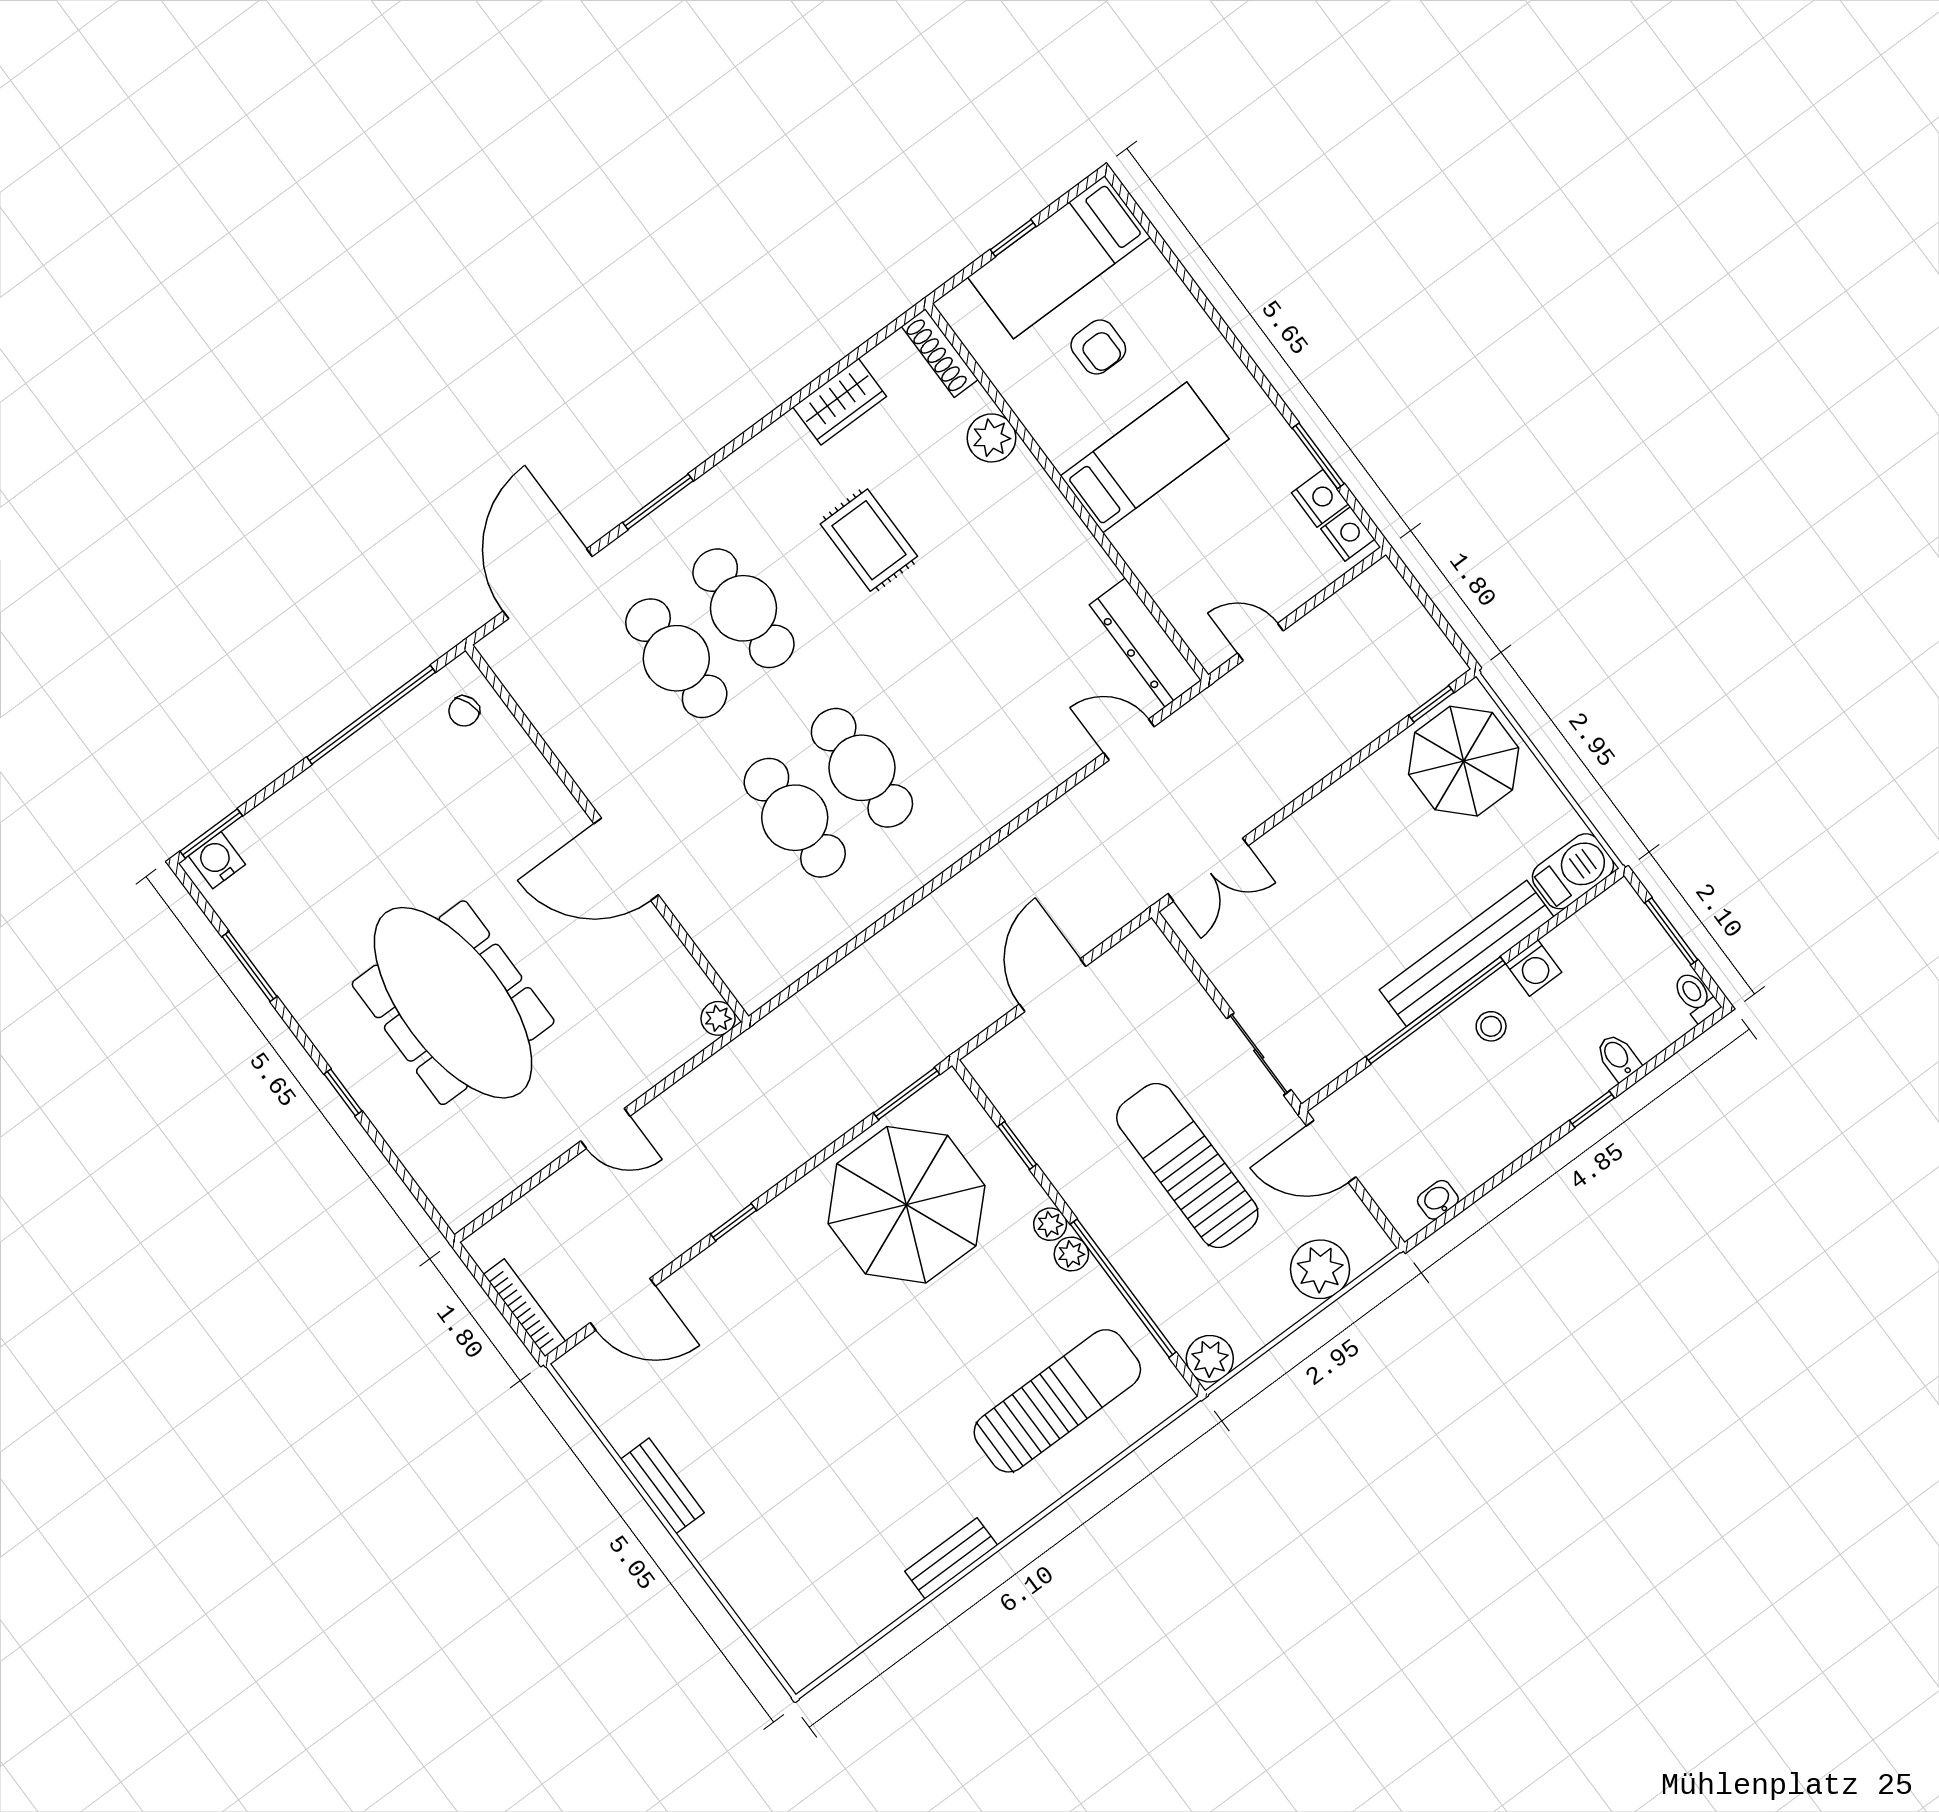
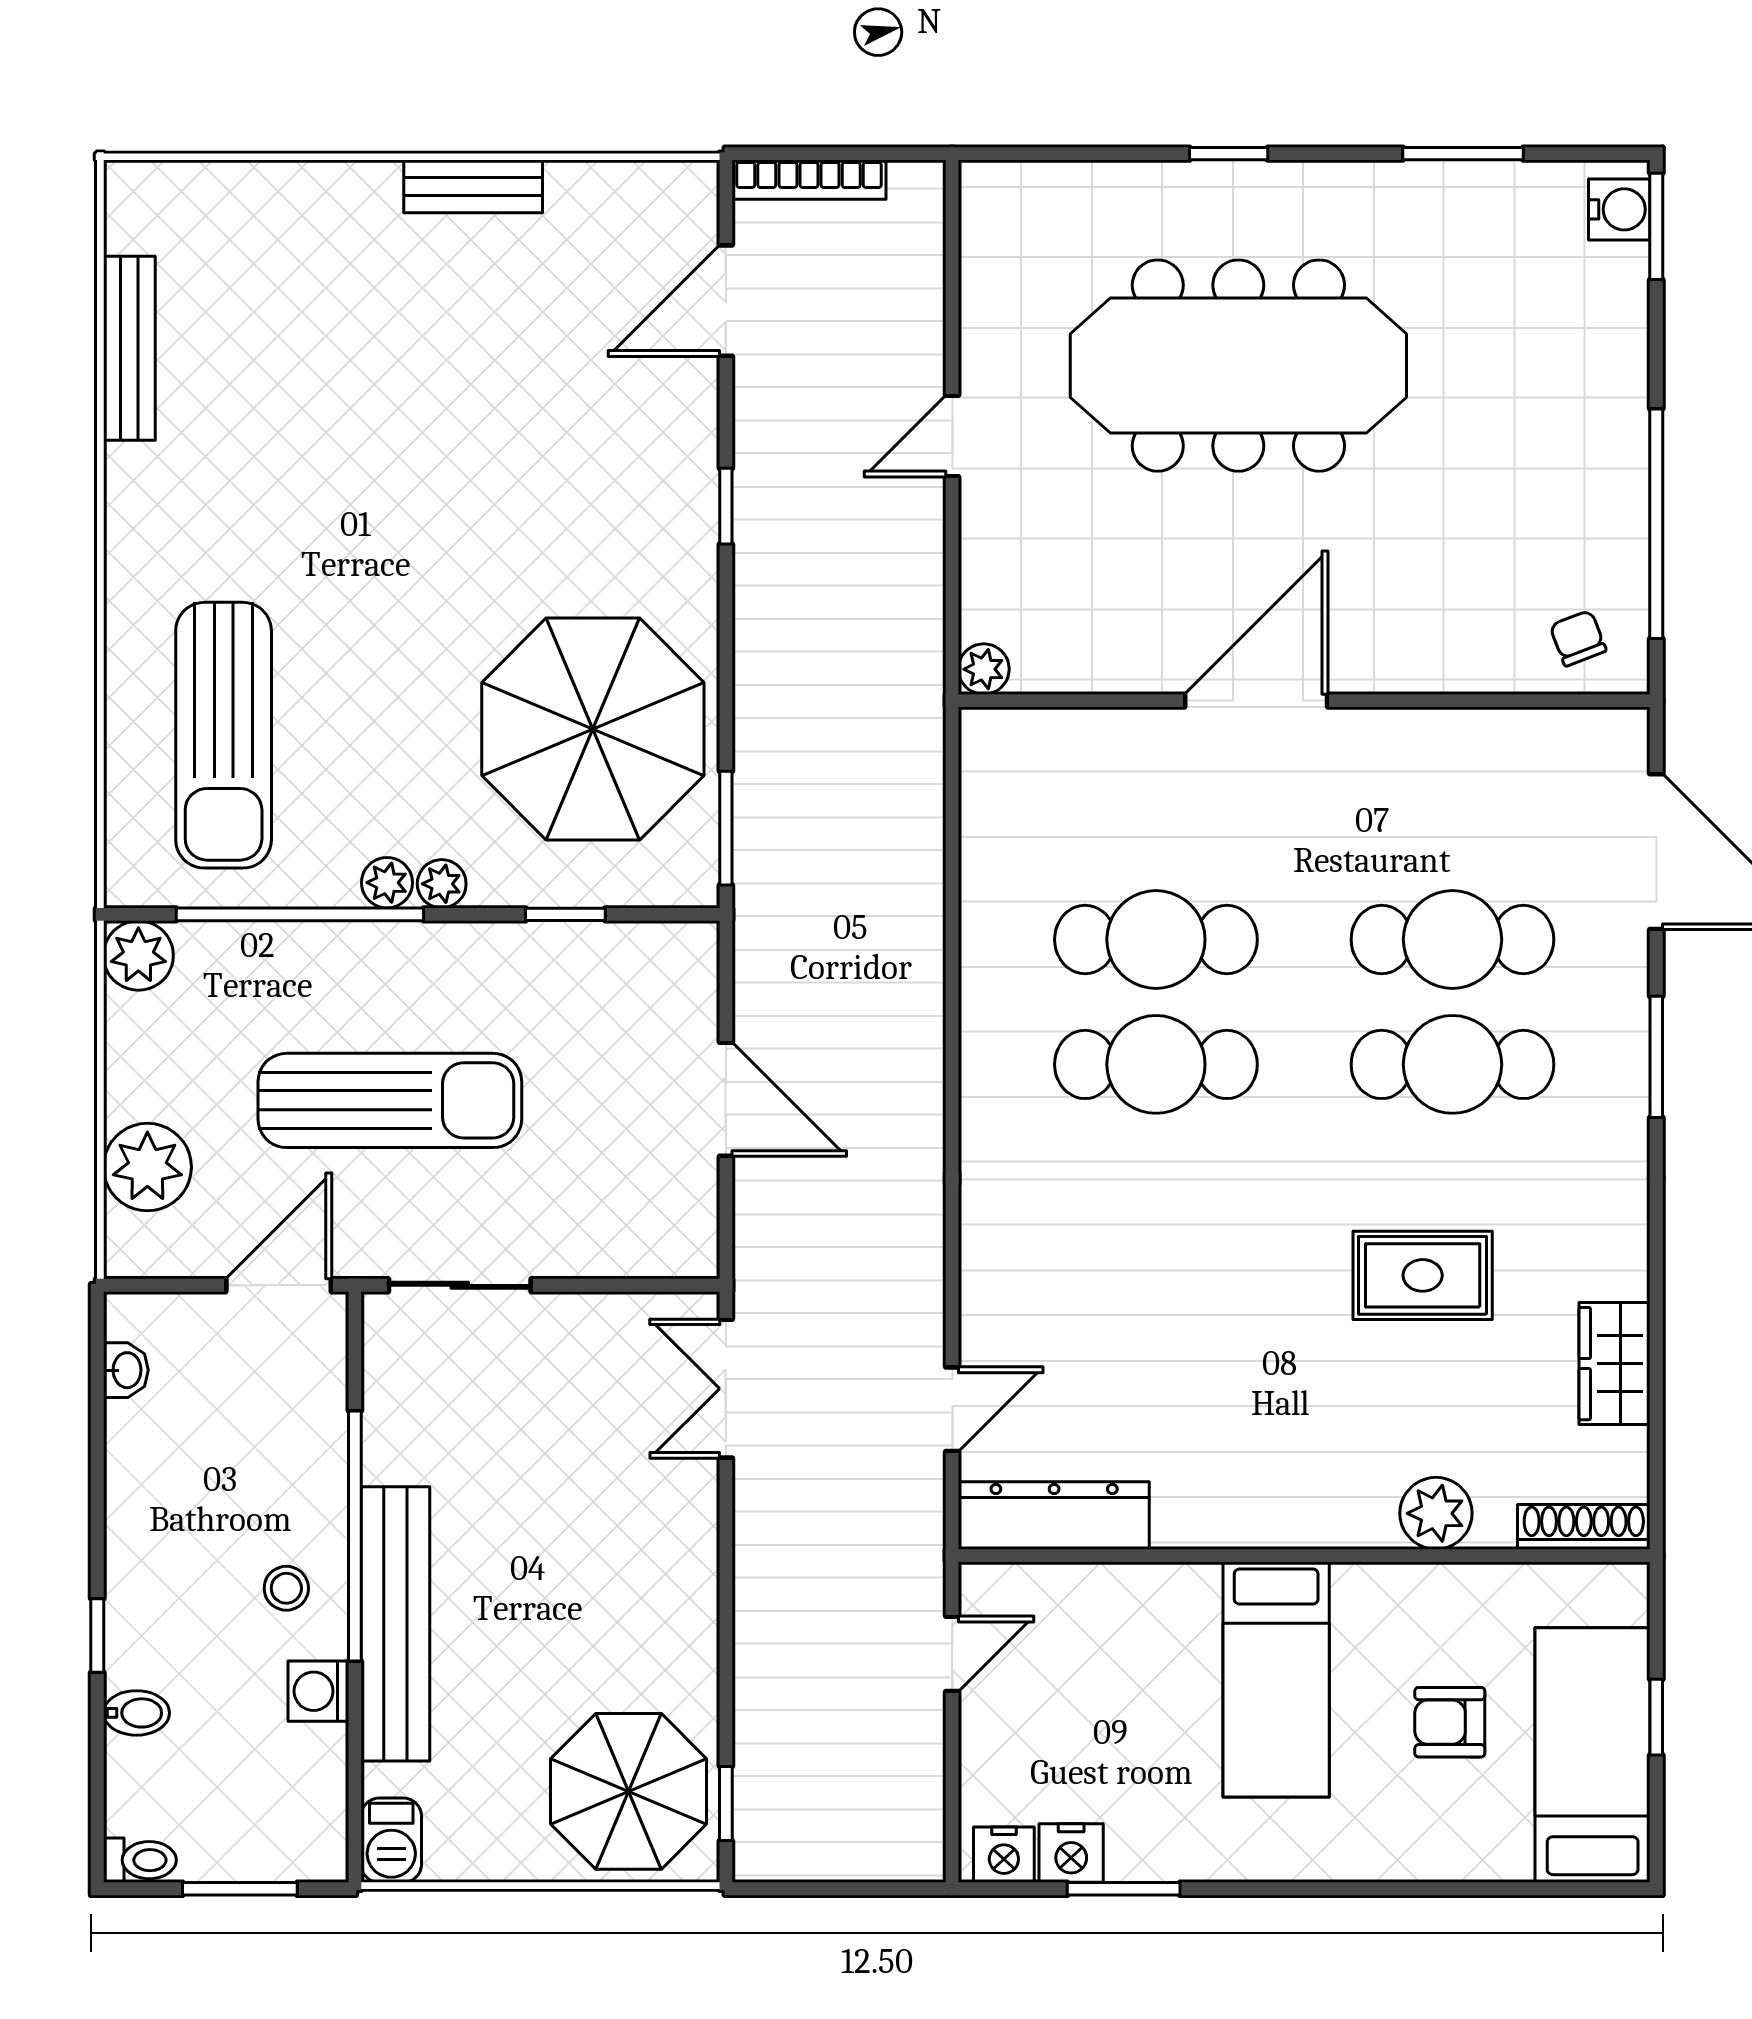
barbecue: (1573, 871) -> (391, 1840), width x0.73, depth x0.79
bench: (951, 1558) -> (129, 348), moved, width x1.36

